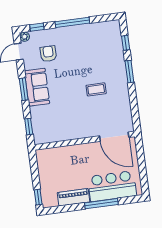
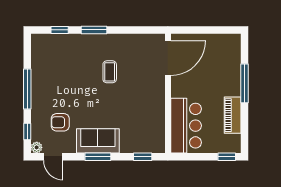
bar counter: (112, 186) -> (186, 126), moved, turned 180

